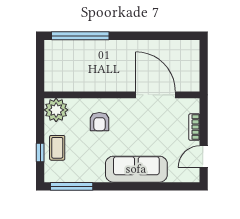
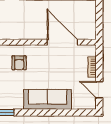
door: (204, 157) -> (99, 90), hinge flipped

